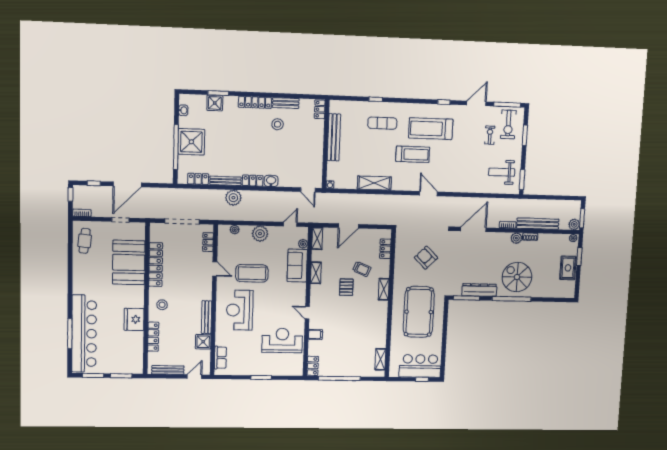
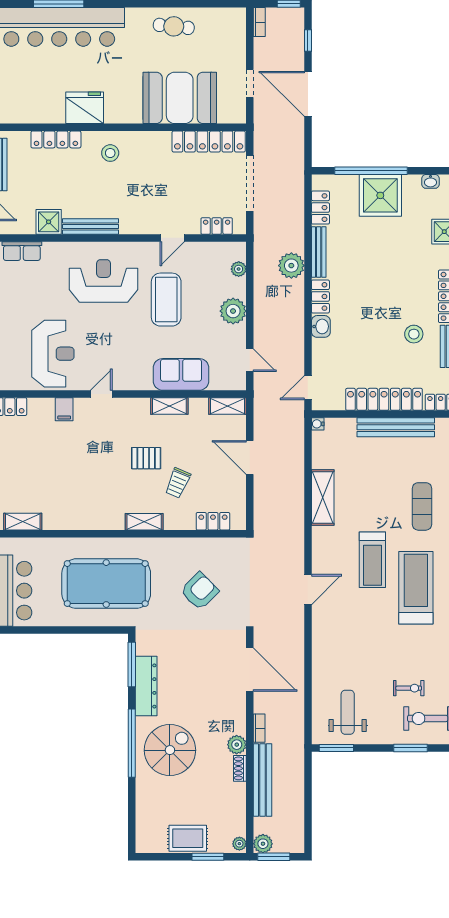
locker: (317, 144) -> (384, 399), added
cafe table: (85, 241) -> (174, 26), moved
plant: (303, 244) -> (218, 383), removed
locker: (156, 265) -> (209, 141), moved

